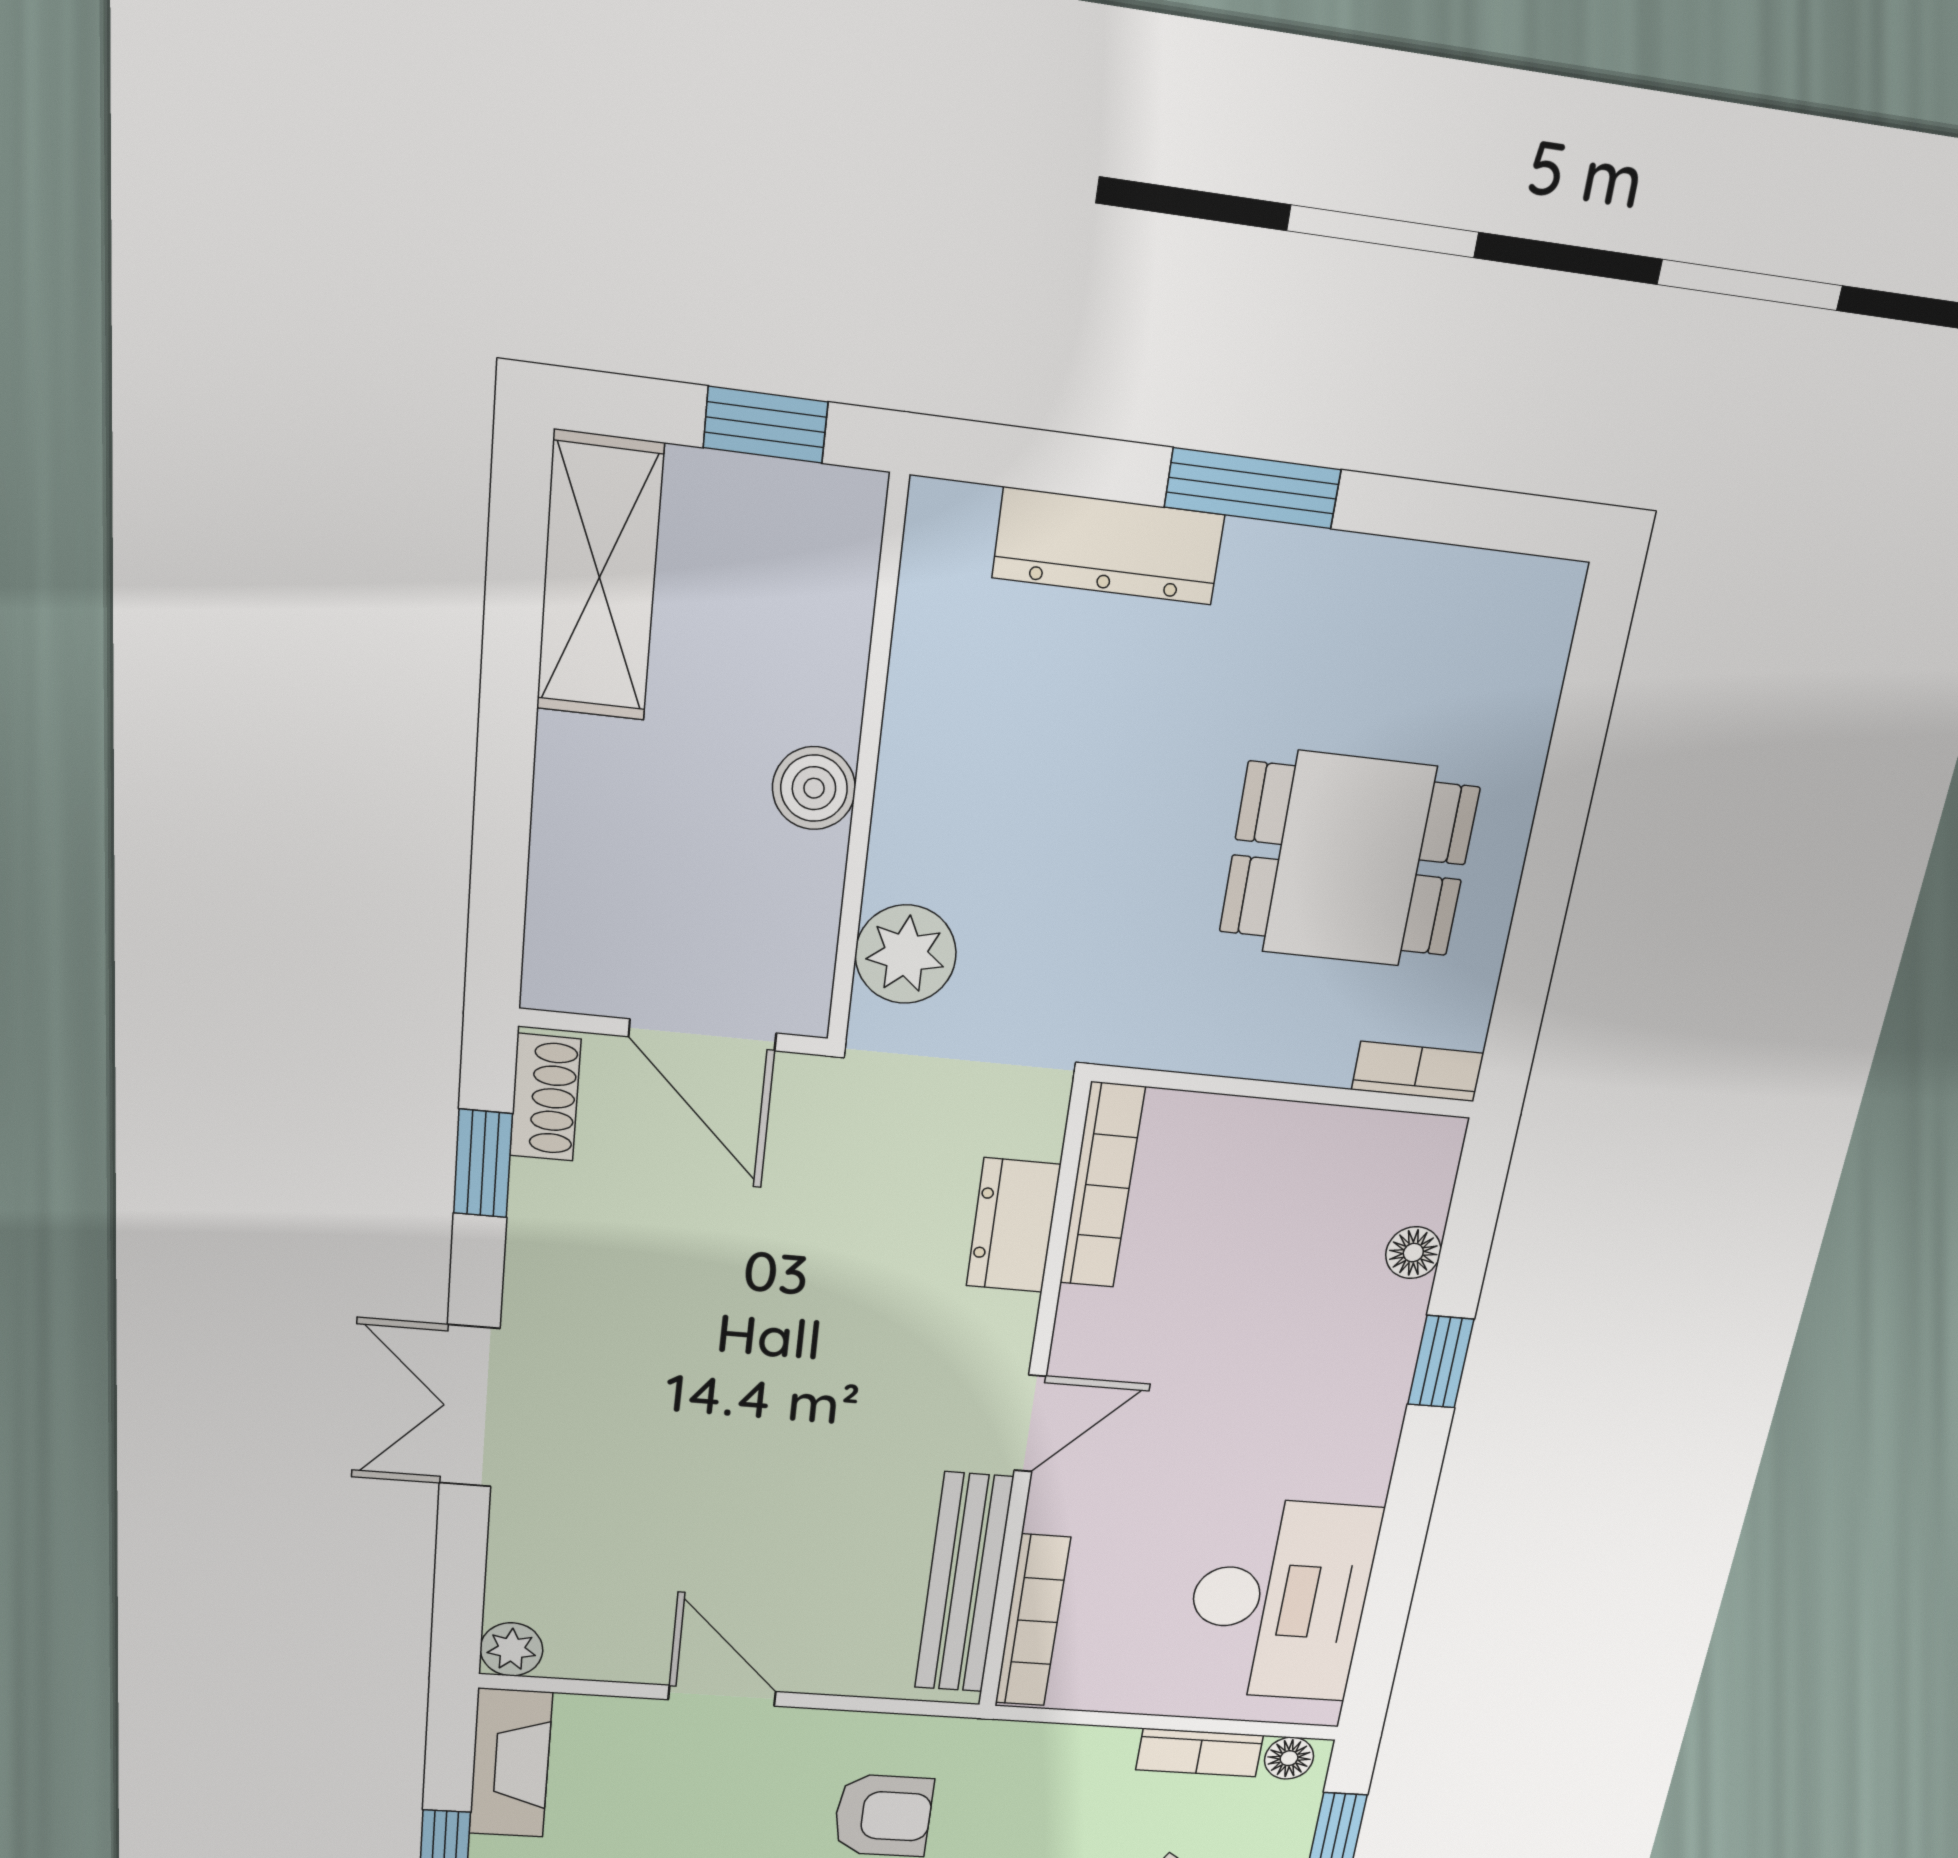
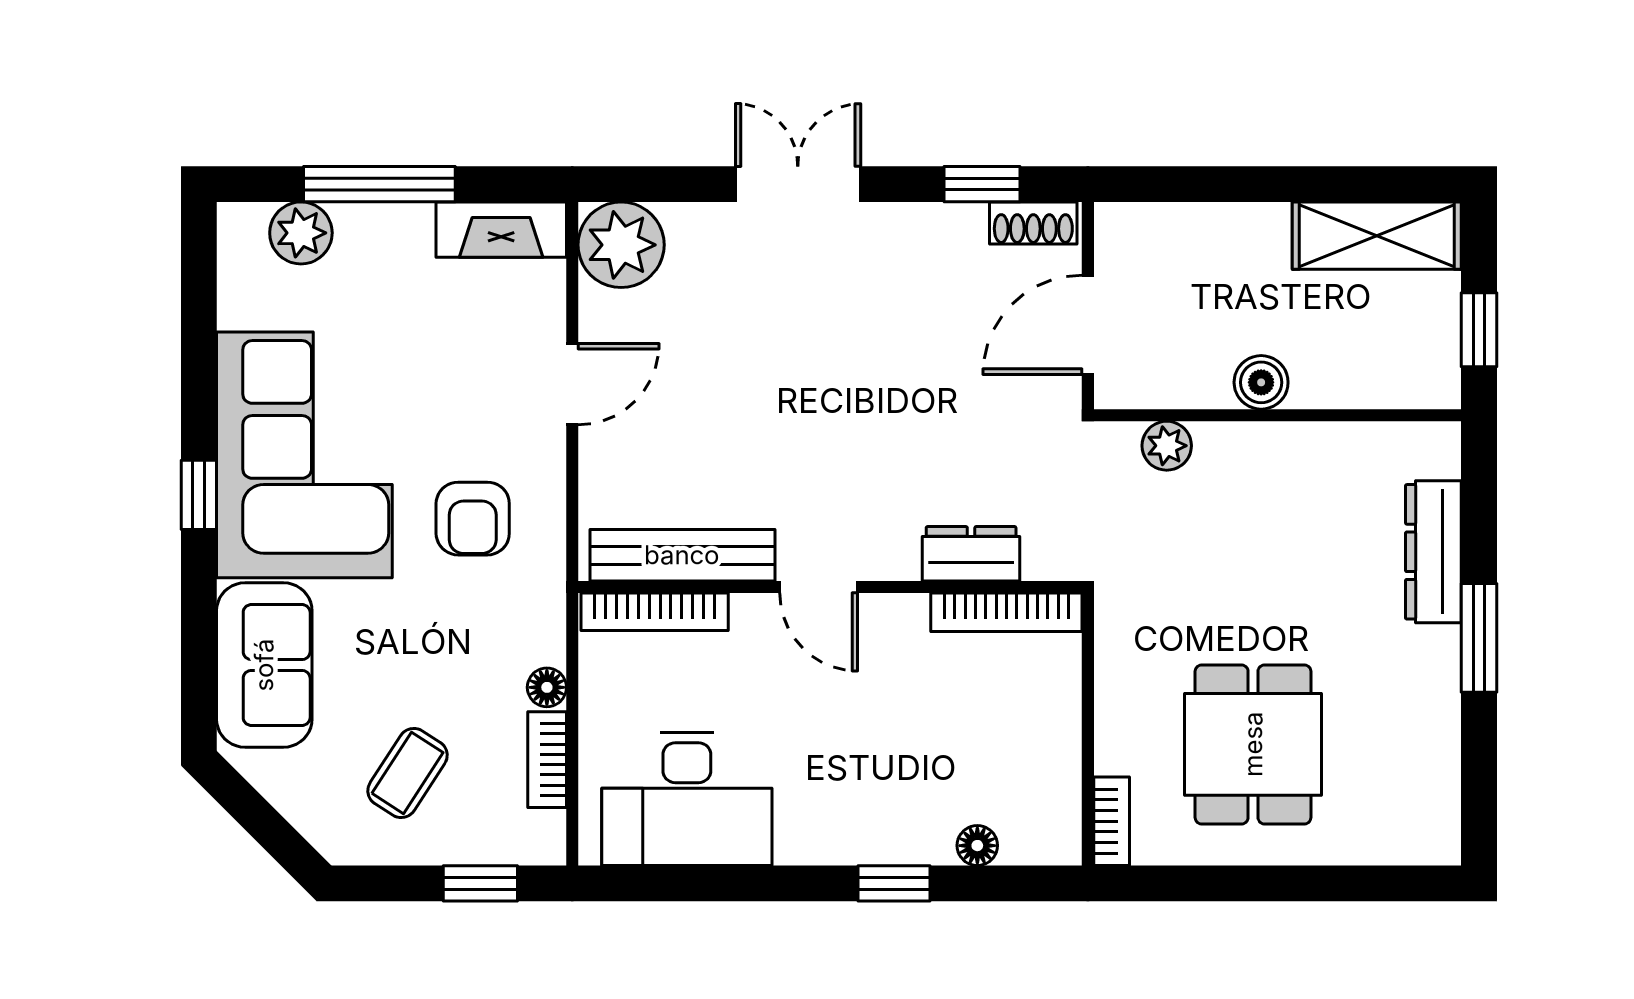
plant: (906, 954) -> (1167, 446), width x0.73, depth x0.73
plant: (511, 1649) -> (621, 245), width x1.88, depth x1.88
floor lamp: (1289, 1758) -> (547, 687), moved

